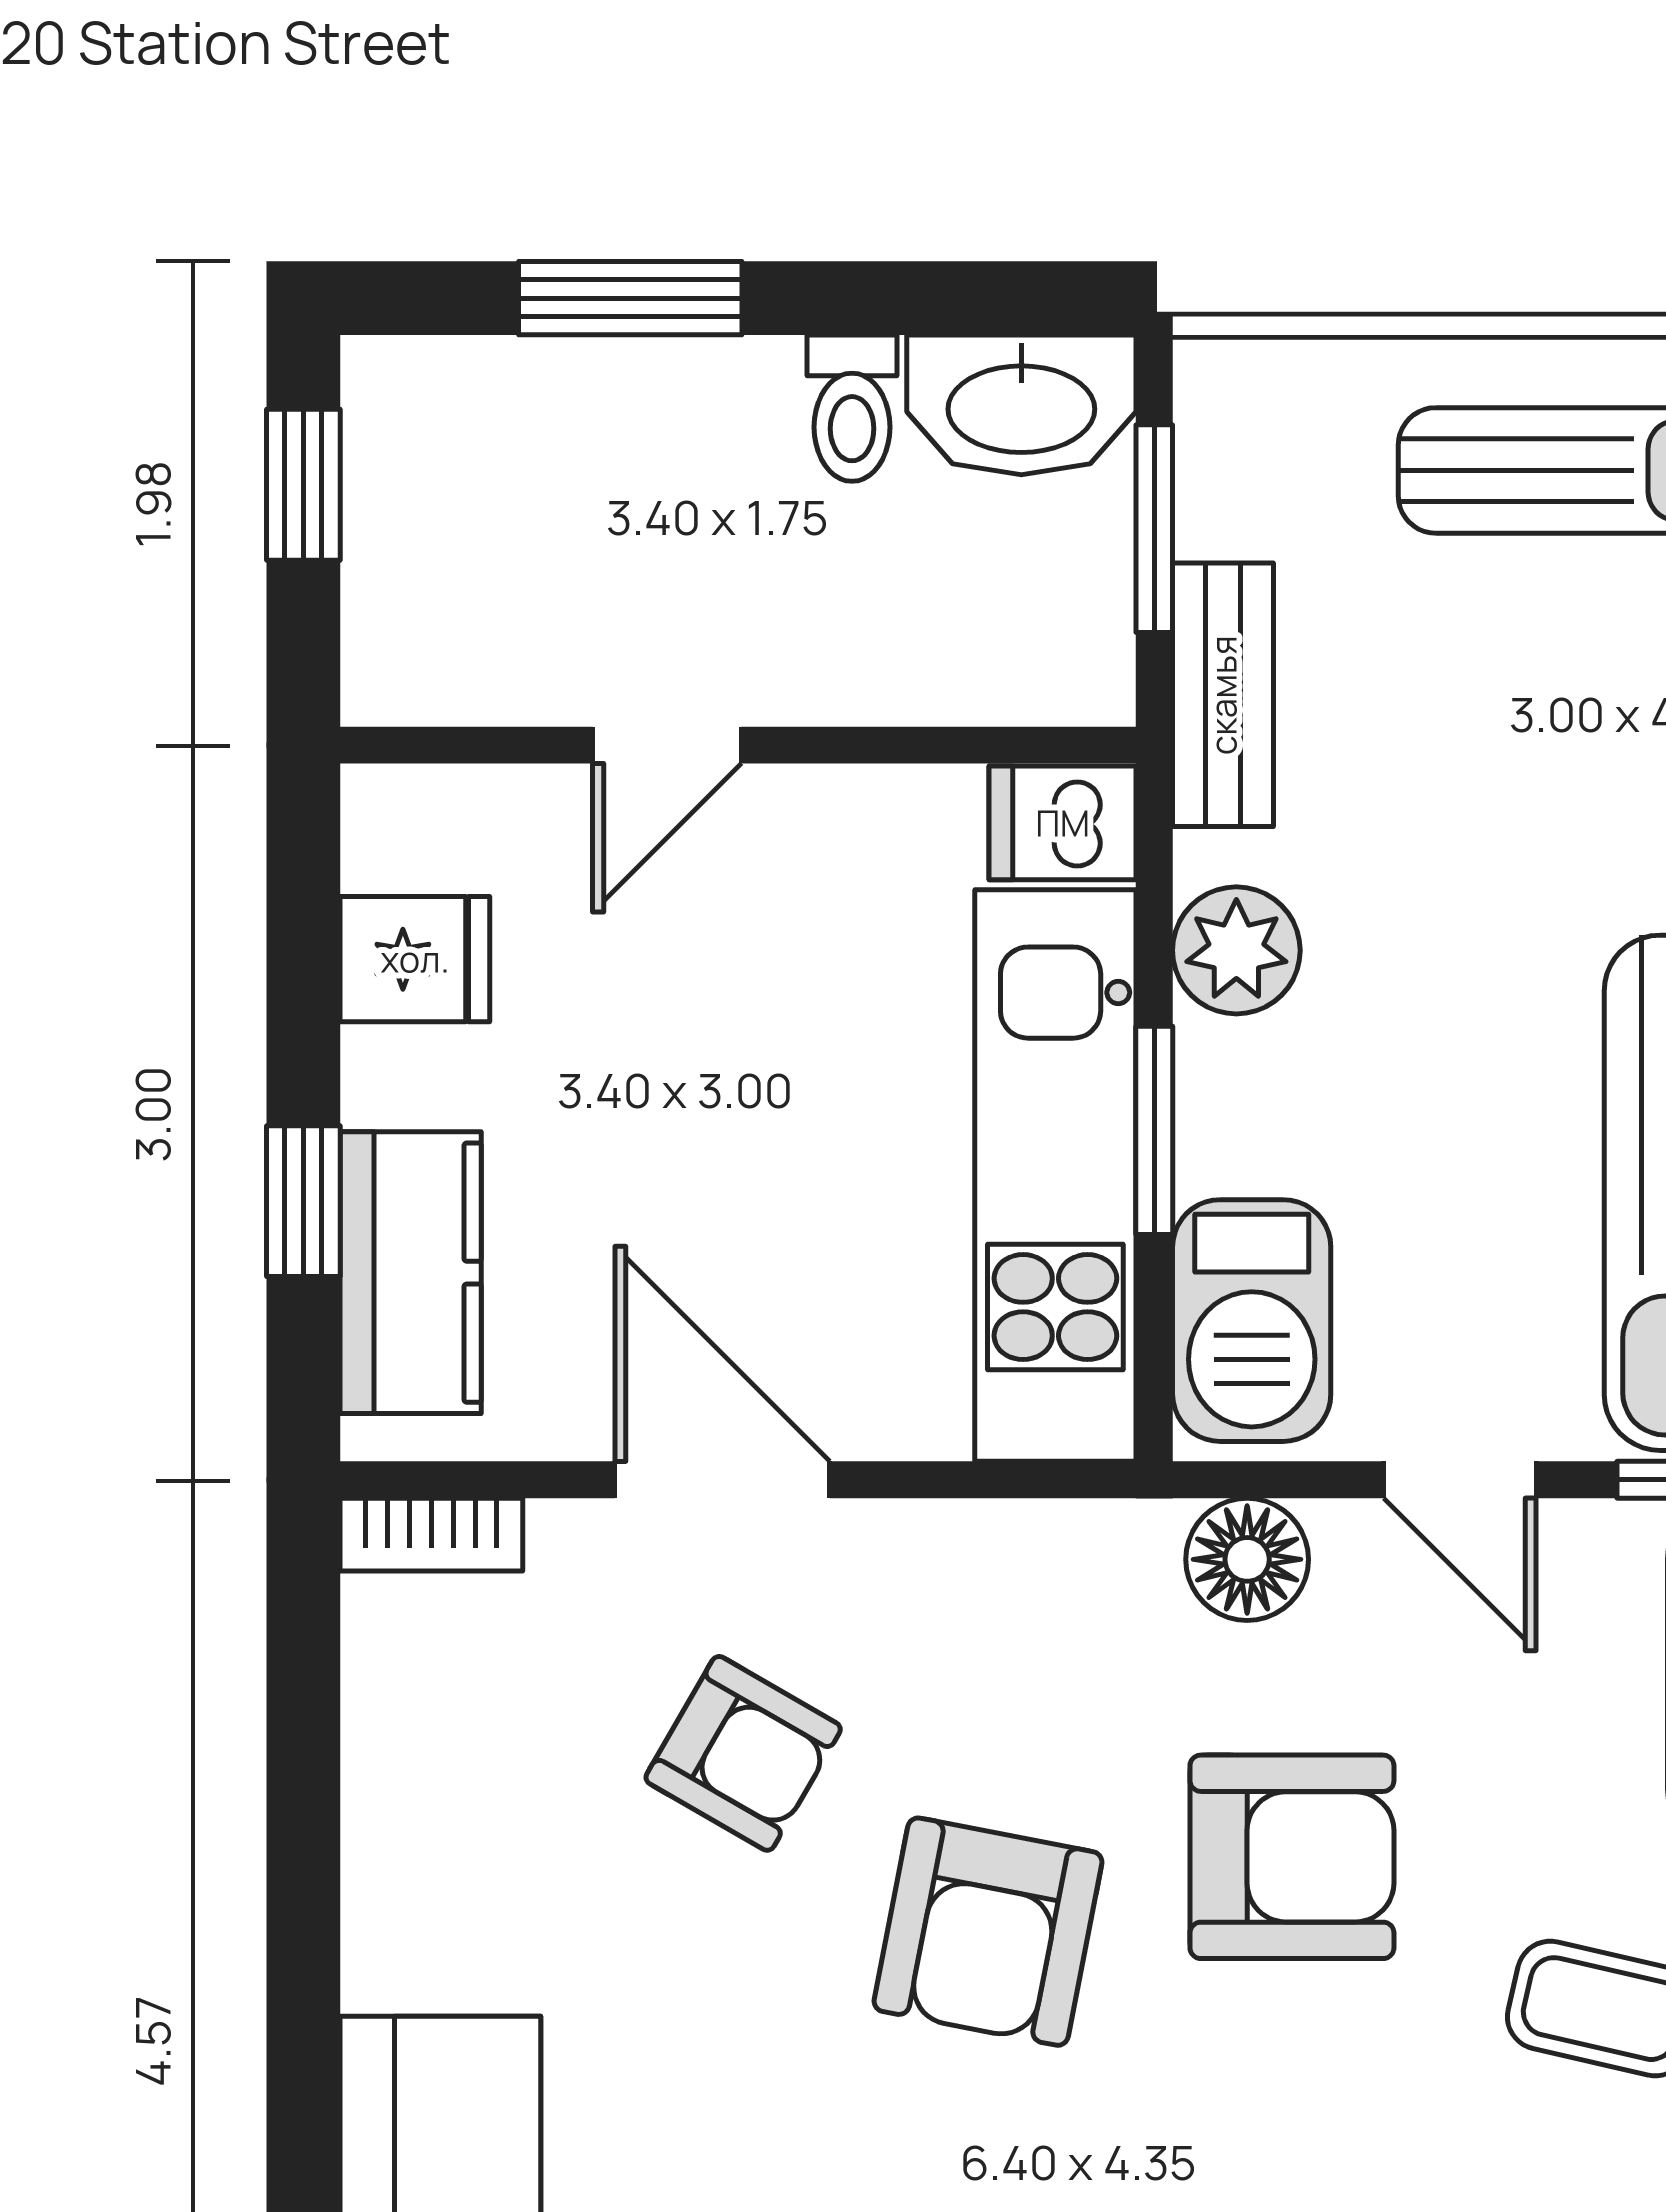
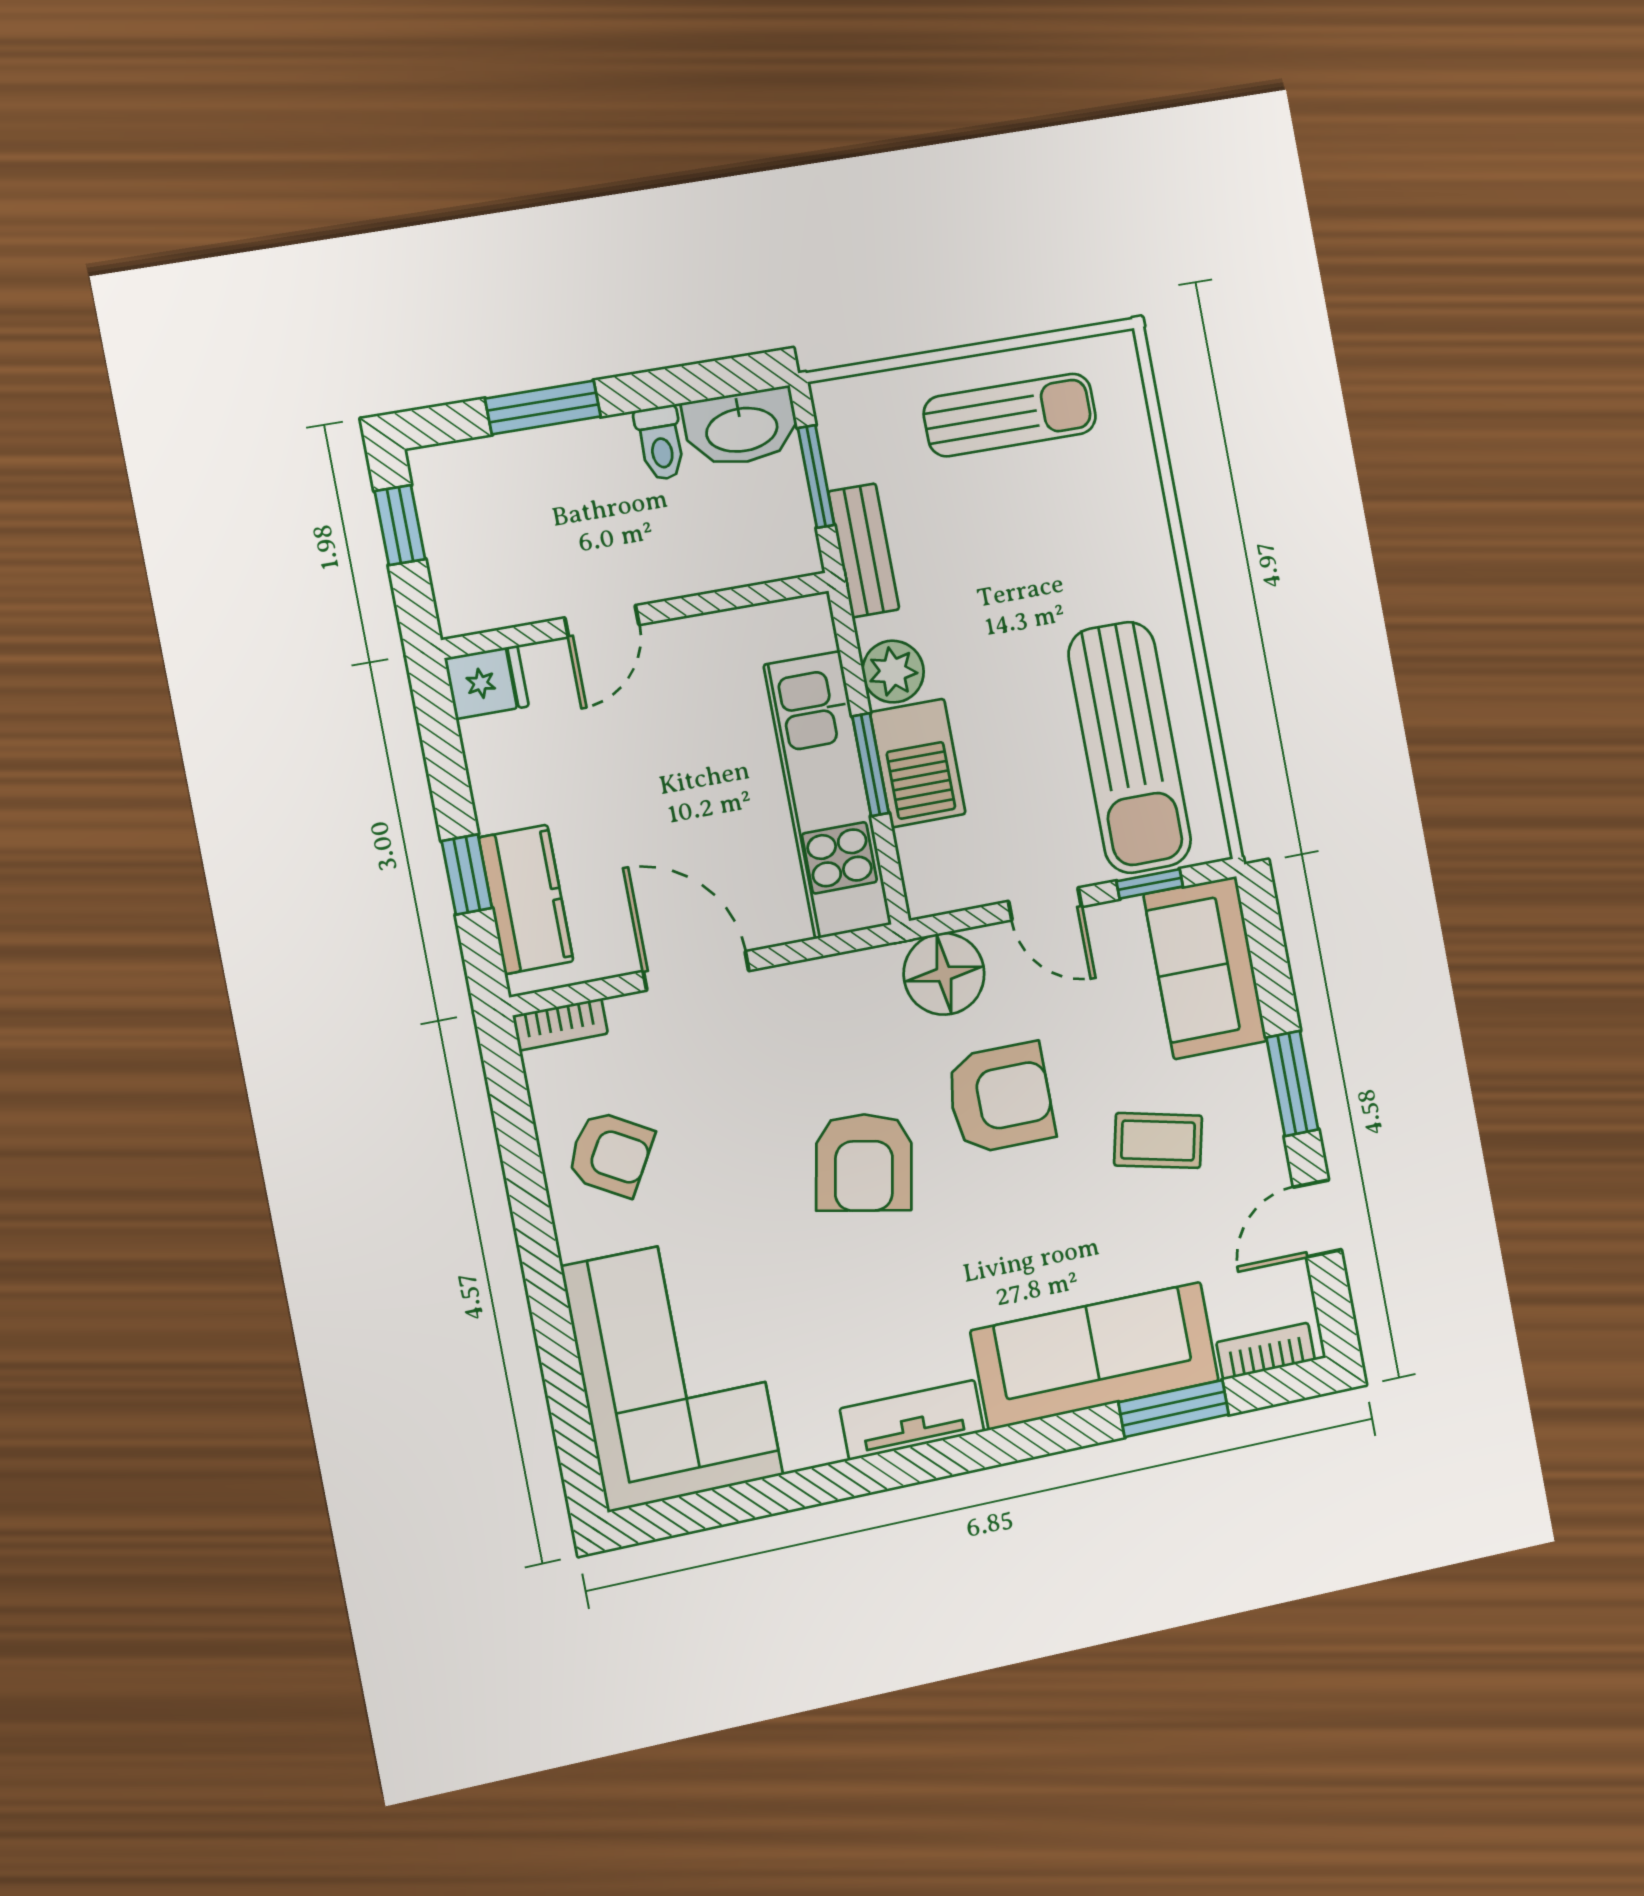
dishwasher: (1063, 823) -> (799, 625), removed
fridge: (415, 959) -> (487, 682), moved
barbecue: (1252, 1321) -> (918, 763), moved
floor lamp: (1247, 1559) -> (944, 974), width x1.38, depth x1.38
armchair: (743, 1753) -> (610, 1154), moved

